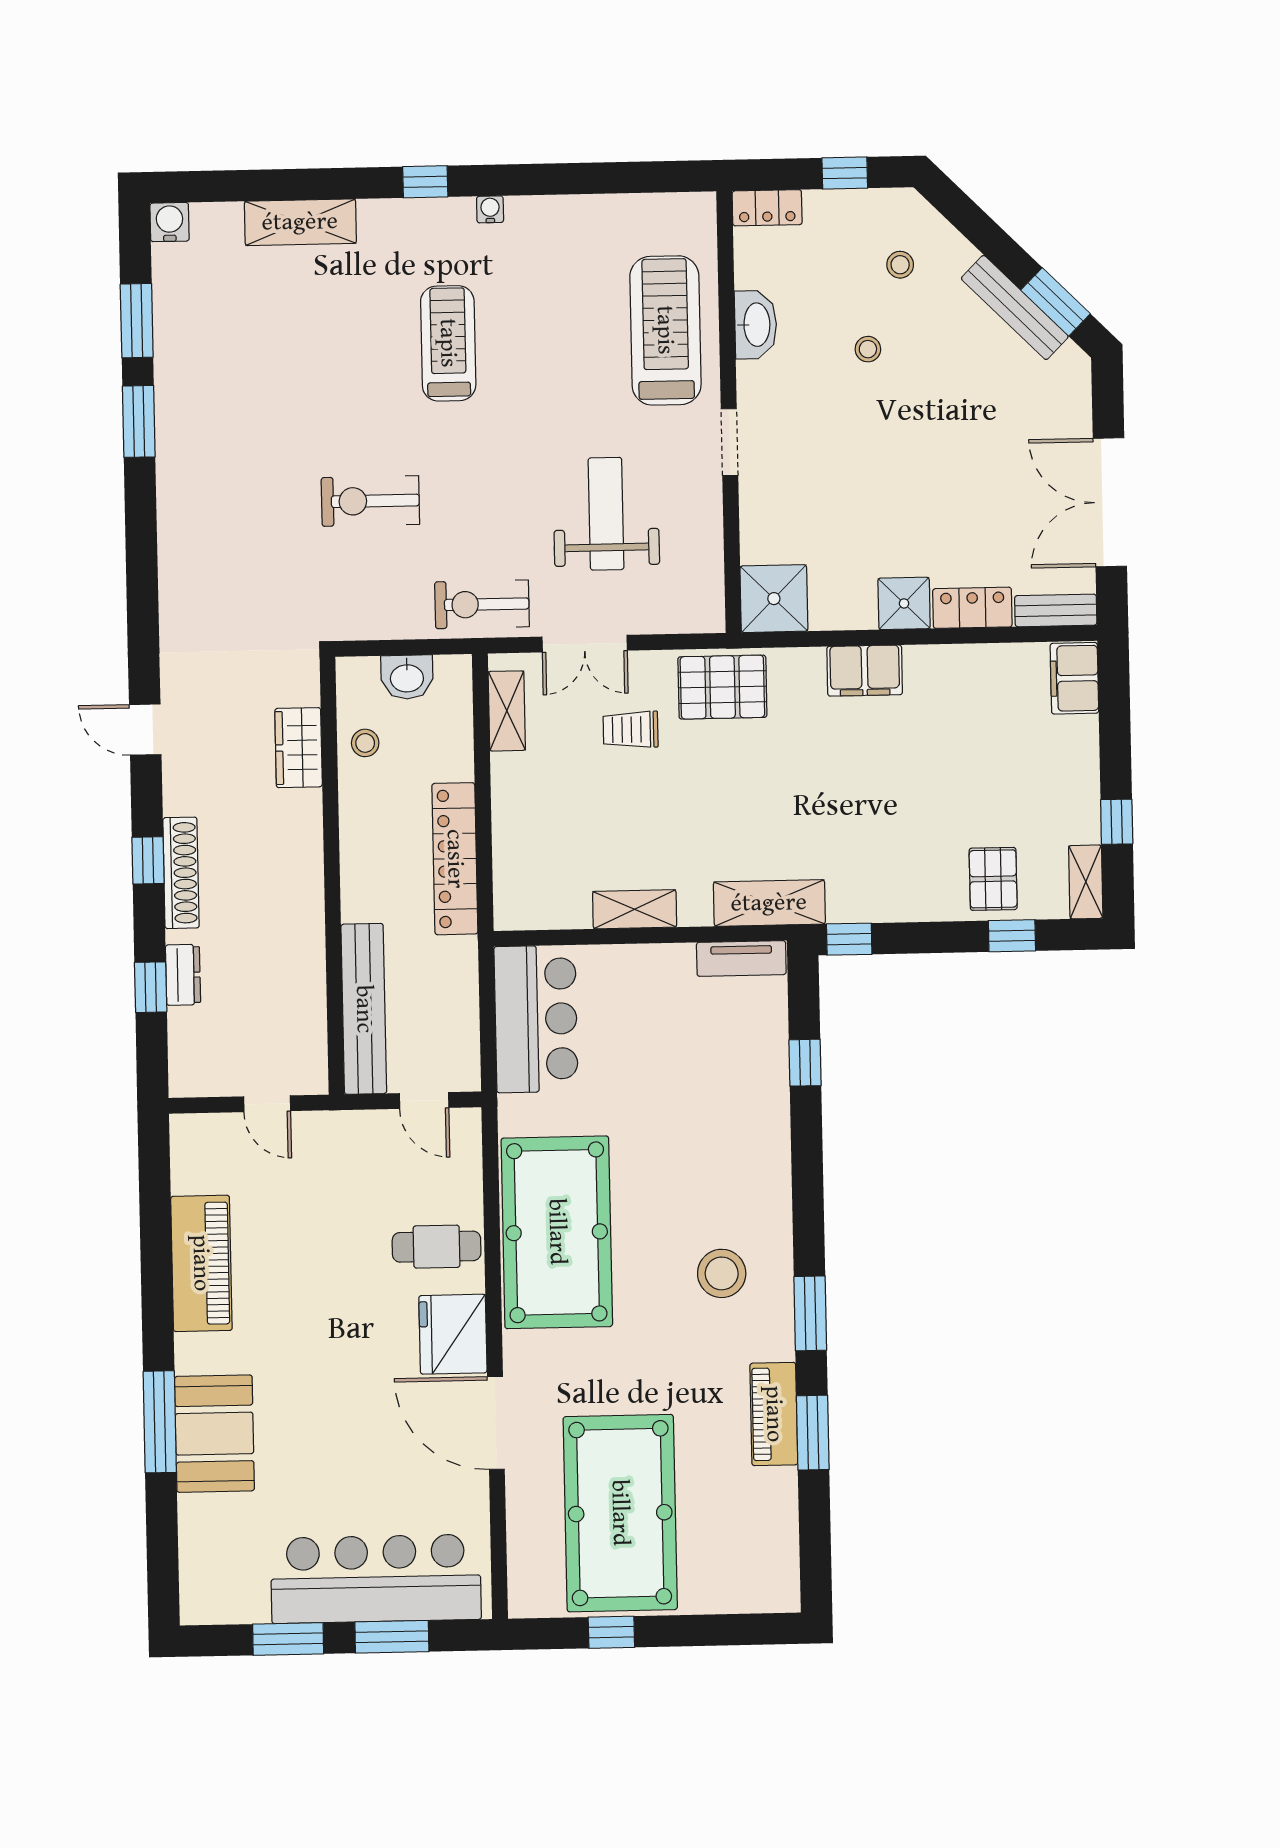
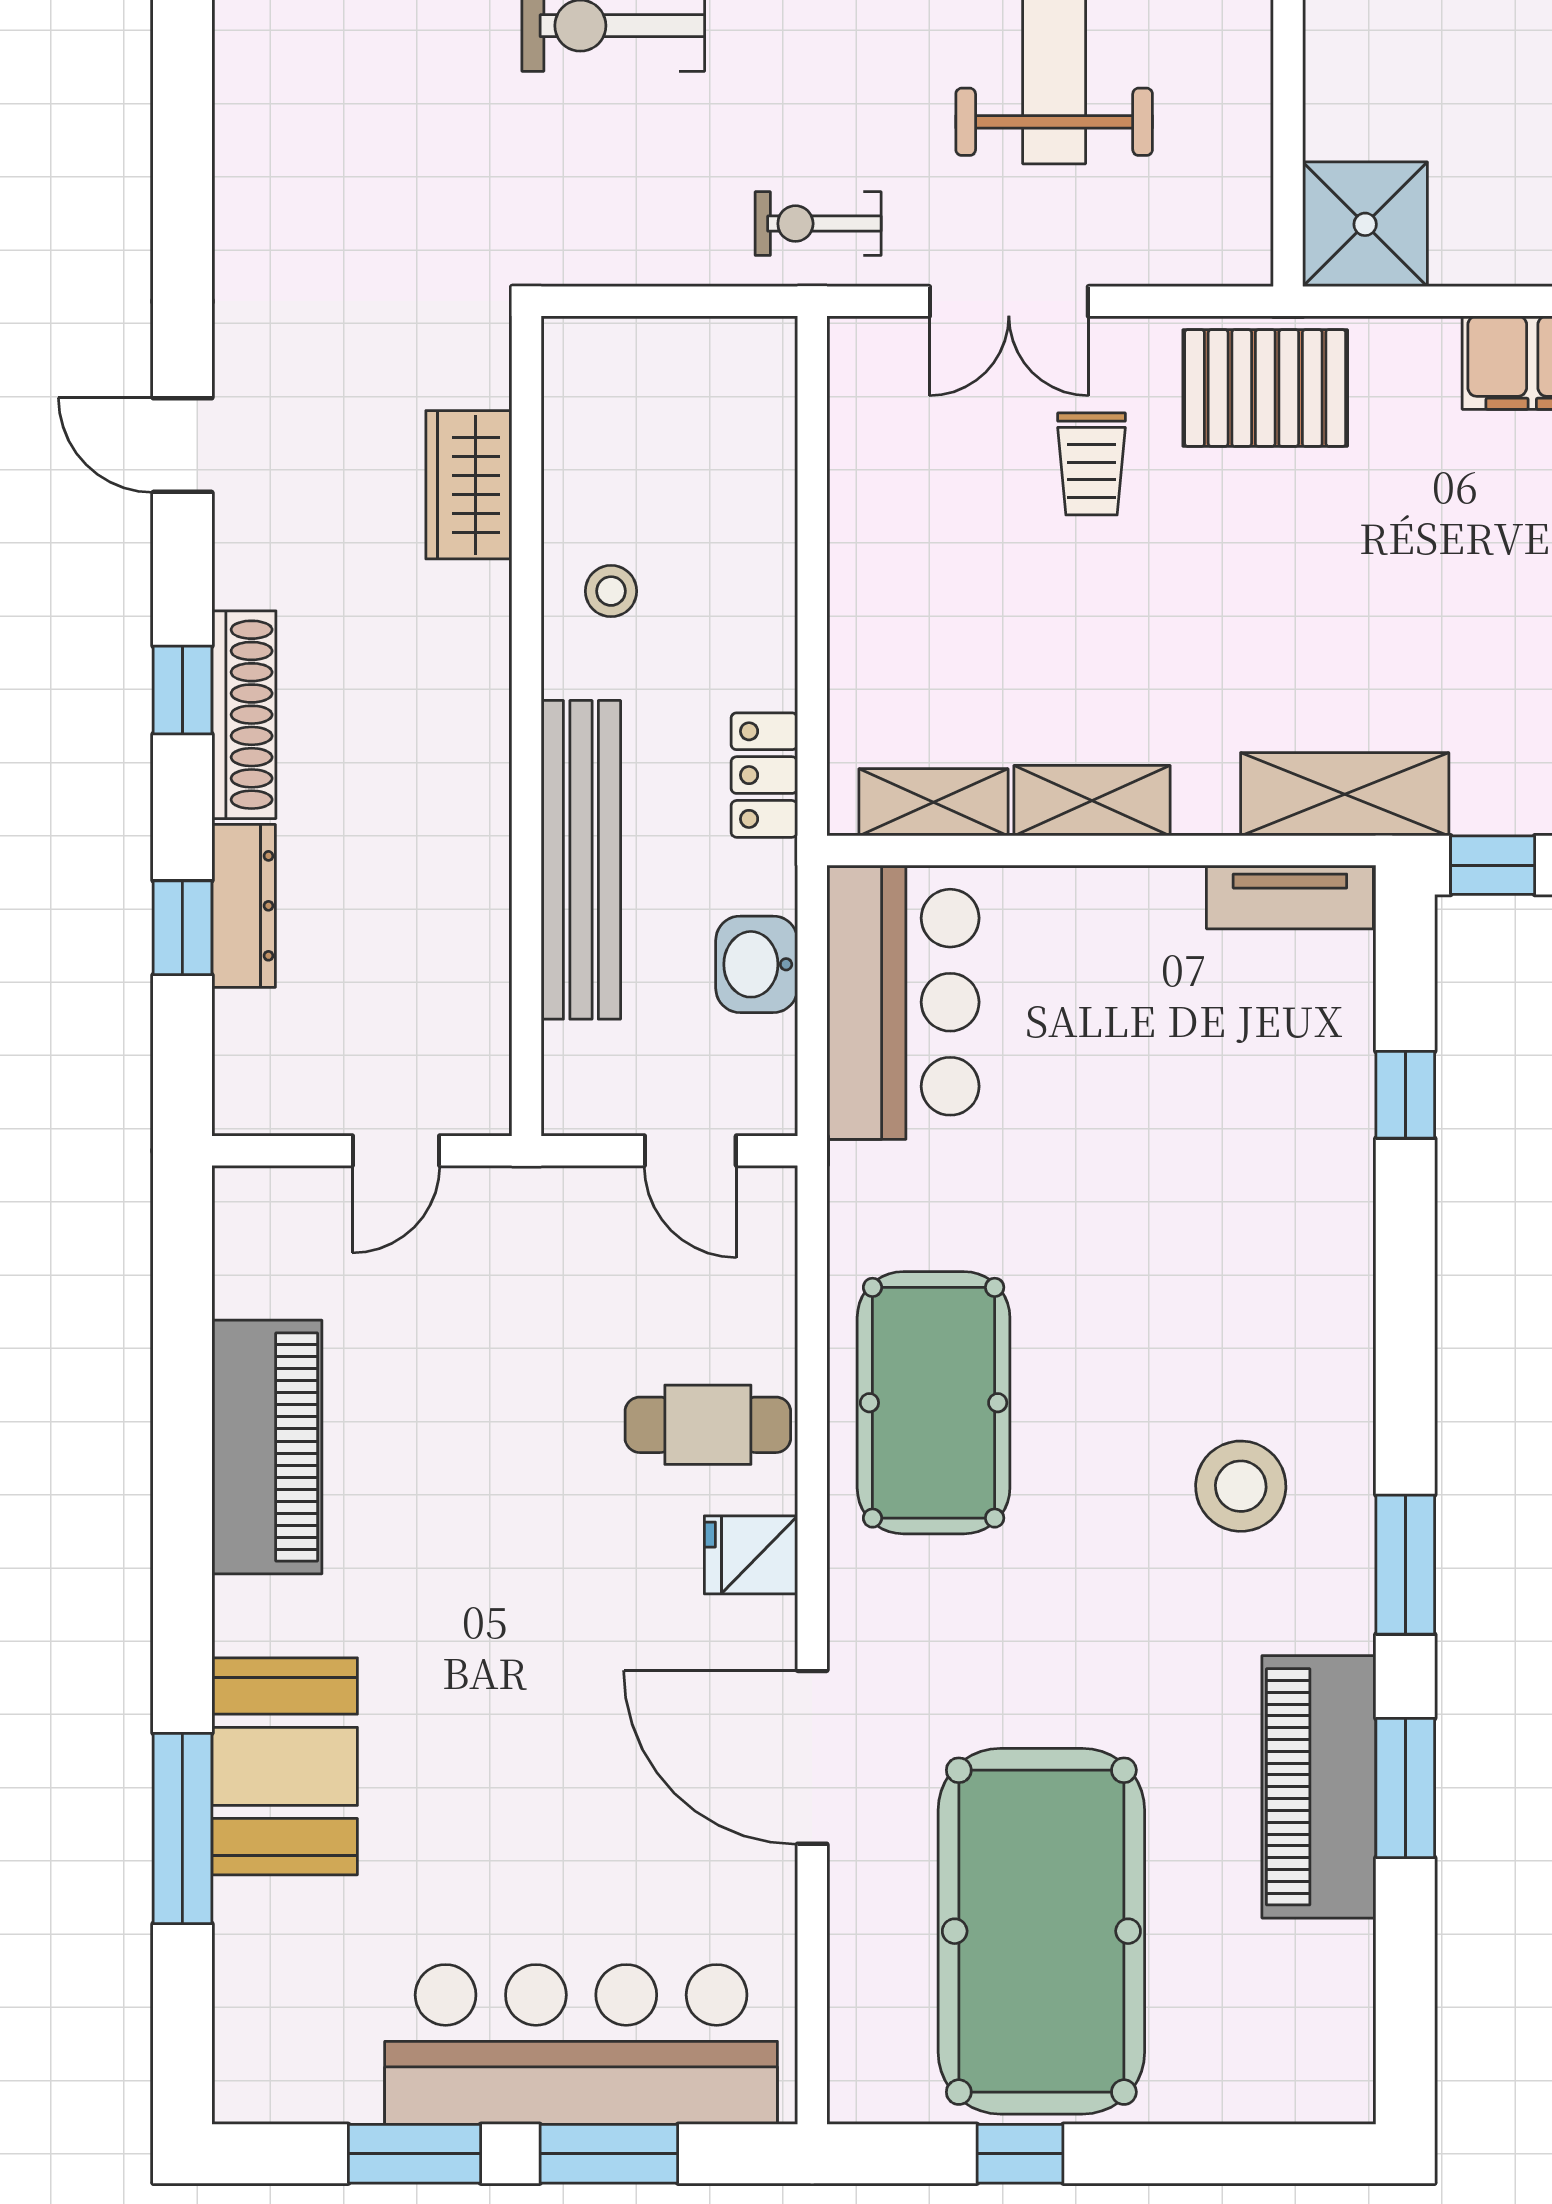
exercise bike: (482, 604) -> (818, 224), width x0.73, depth x0.72
washbasin: (407, 677) -> (757, 964), moved, turned 90
shelving: (507, 711) -> (933, 802), moved, turned 90
trolley: (631, 730) -> (1091, 464), turned -90
stool: (365, 743) -> (611, 591), moved
locker: (455, 859) -> (764, 775), width x0.46, depth x0.83
dresser: (183, 975) -> (244, 906), width x1.44
bench: (364, 1009) -> (581, 860), moved
door: (267, 1104) -> (396, 1151), hinge flipped
pool table: (557, 1232) -> (934, 1403), width x0.73, depth x0.76
fridge: (453, 1334) -> (751, 1555), width x0.53, depth x0.75
piano: (774, 1414) -> (1319, 1787), width x1.37, depth x1.33
window: (160, 1422) -> (182, 1828), moved

